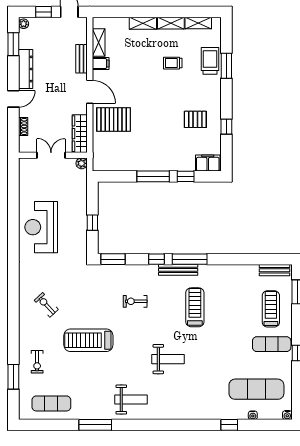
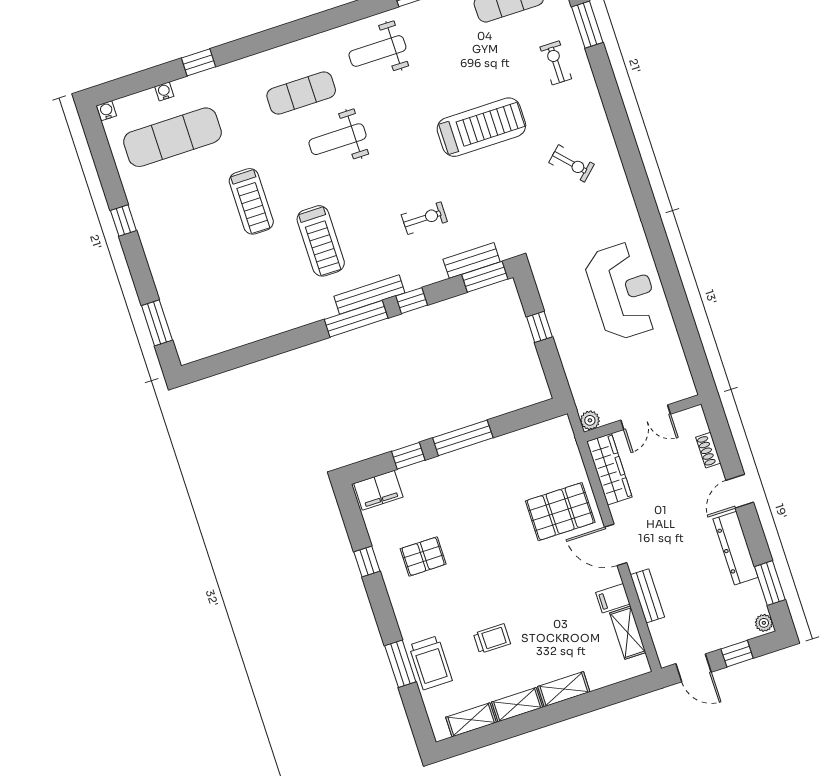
bench: (275, 270) -> (472, 260), moved
treadmill: (271, 309) -> (251, 201), moved
exercise mat: (272, 344) -> (301, 93), moved

